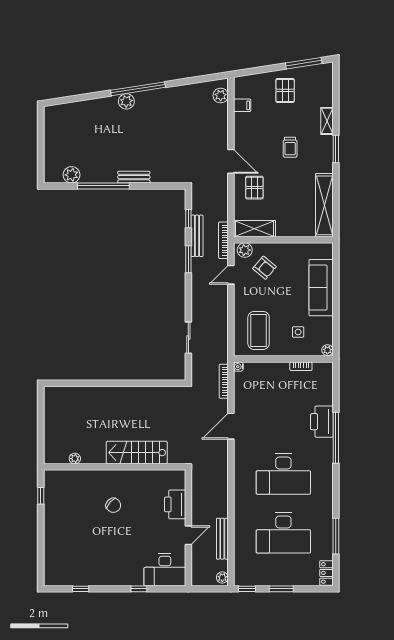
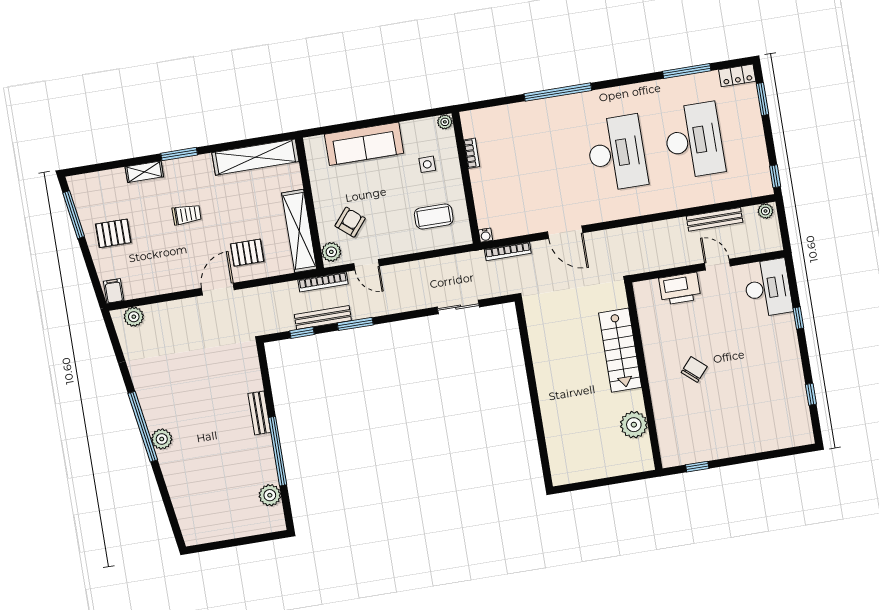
filing cabinet: (242, 105) -> (114, 291), moved
shelving: (255, 229) -> (299, 231), width x1.47
coffee table: (259, 330) -> (434, 216), width x0.73, depth x0.76
printer: (322, 422) -> (540, 114), removed
plant: (75, 459) -> (634, 425), width x1.87, depth x1.87
window: (281, 589) -> (763, 99), moved

